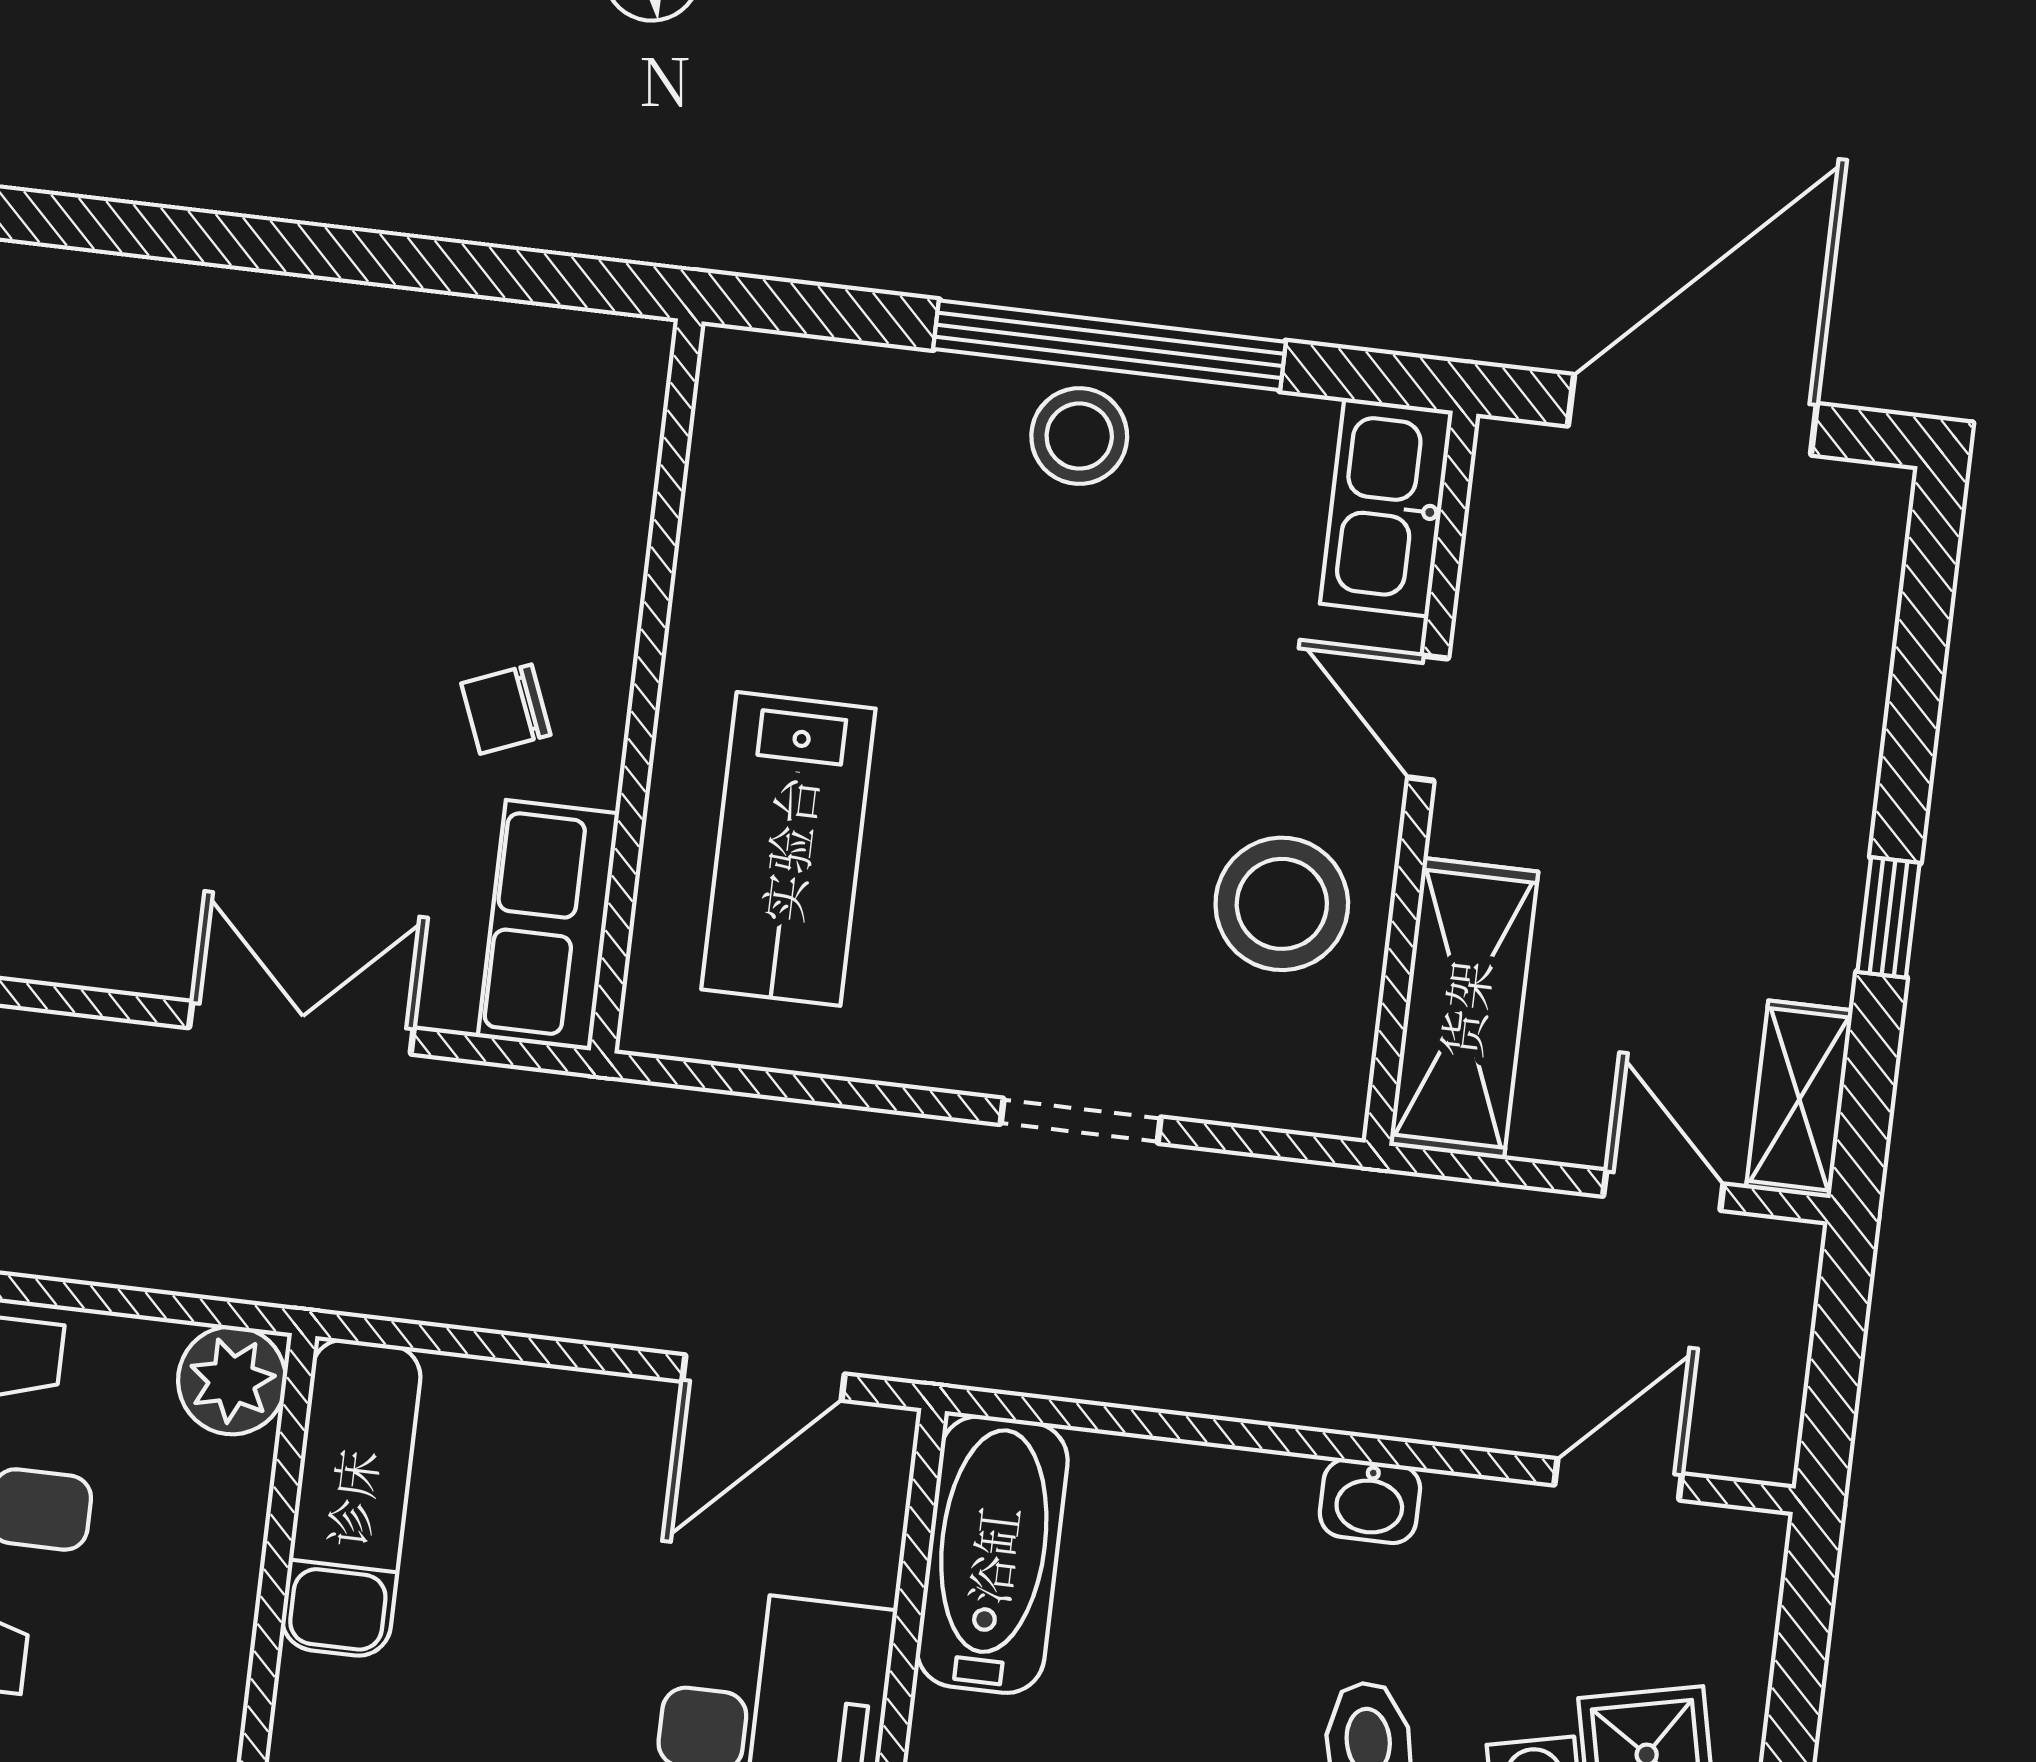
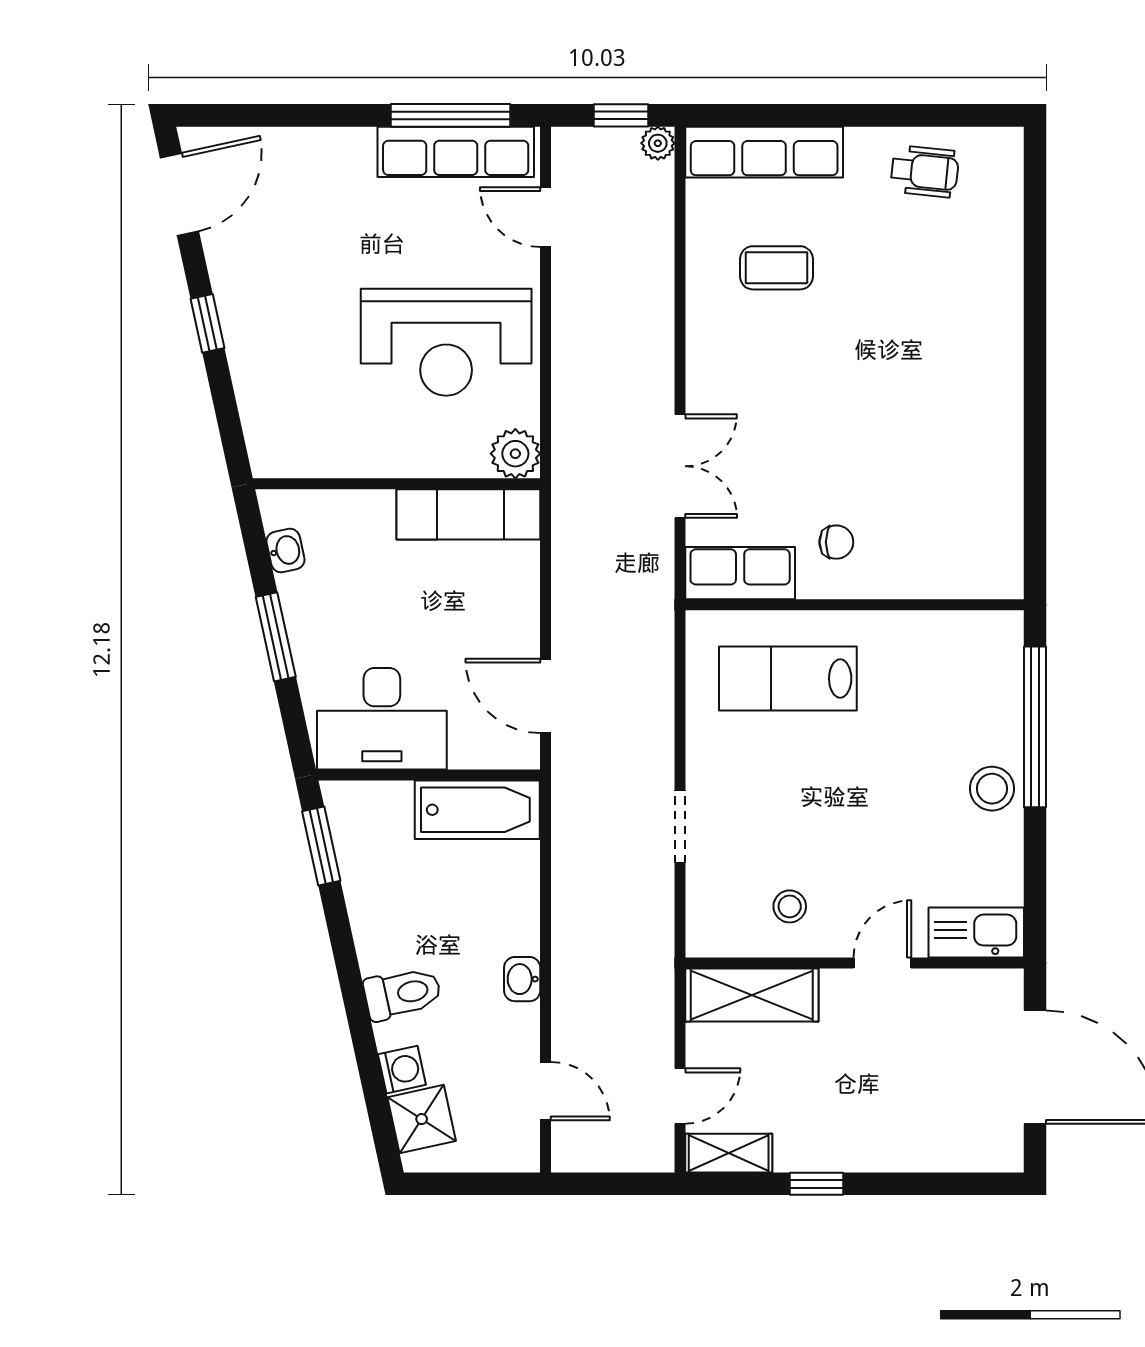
window: (1110, 345) -> (1035, 727), moved
chair: (506, 709) -> (836, 542), turned 112
stool: (1282, 904) -> (790, 906), width x0.53, depth x0.53

